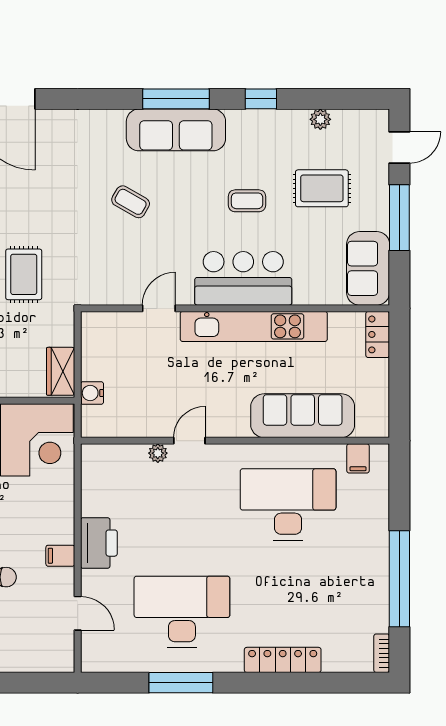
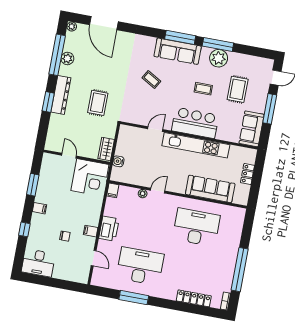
window: (261, 99) -> (218, 45), width x2.17
plant: (320, 119) -> (219, 58), moved, width x1.88, depth x1.88
rug: (322, 188) -> (238, 89), turned 90
locker: (378, 334) -> (247, 174), moved
filing cabinet: (358, 458) -> (113, 190), moved
locker: (283, 660) -> (194, 298), moved

